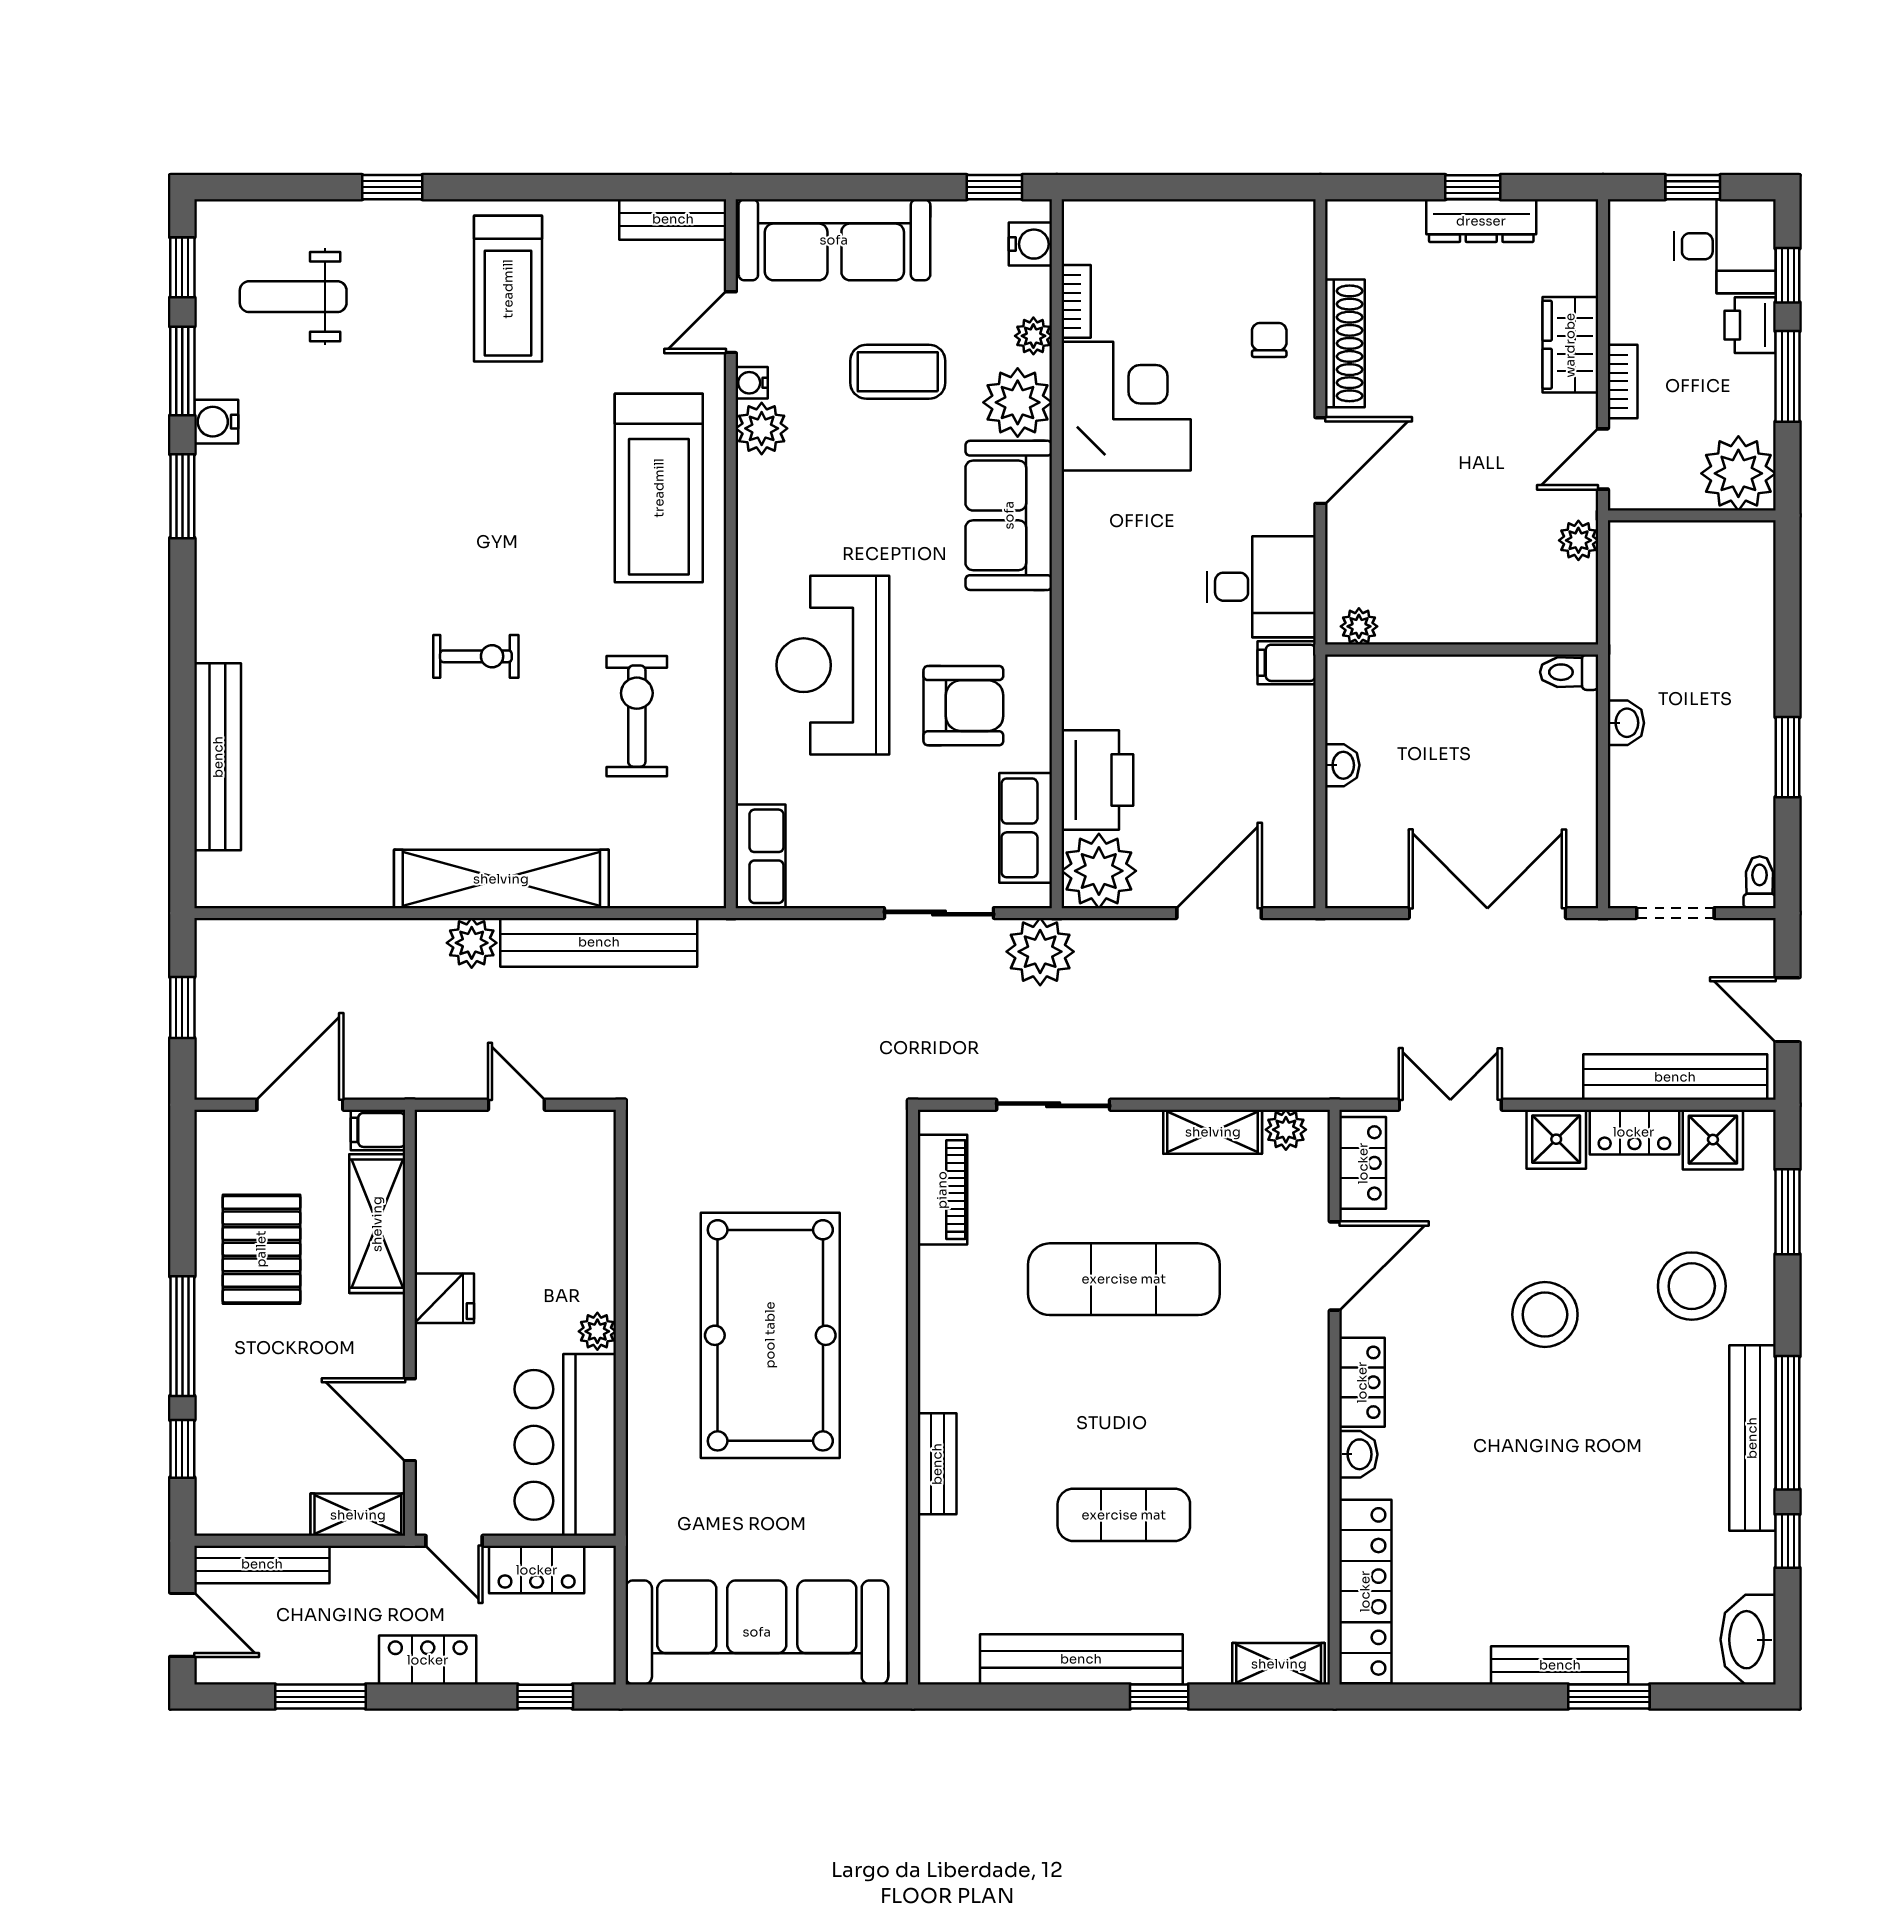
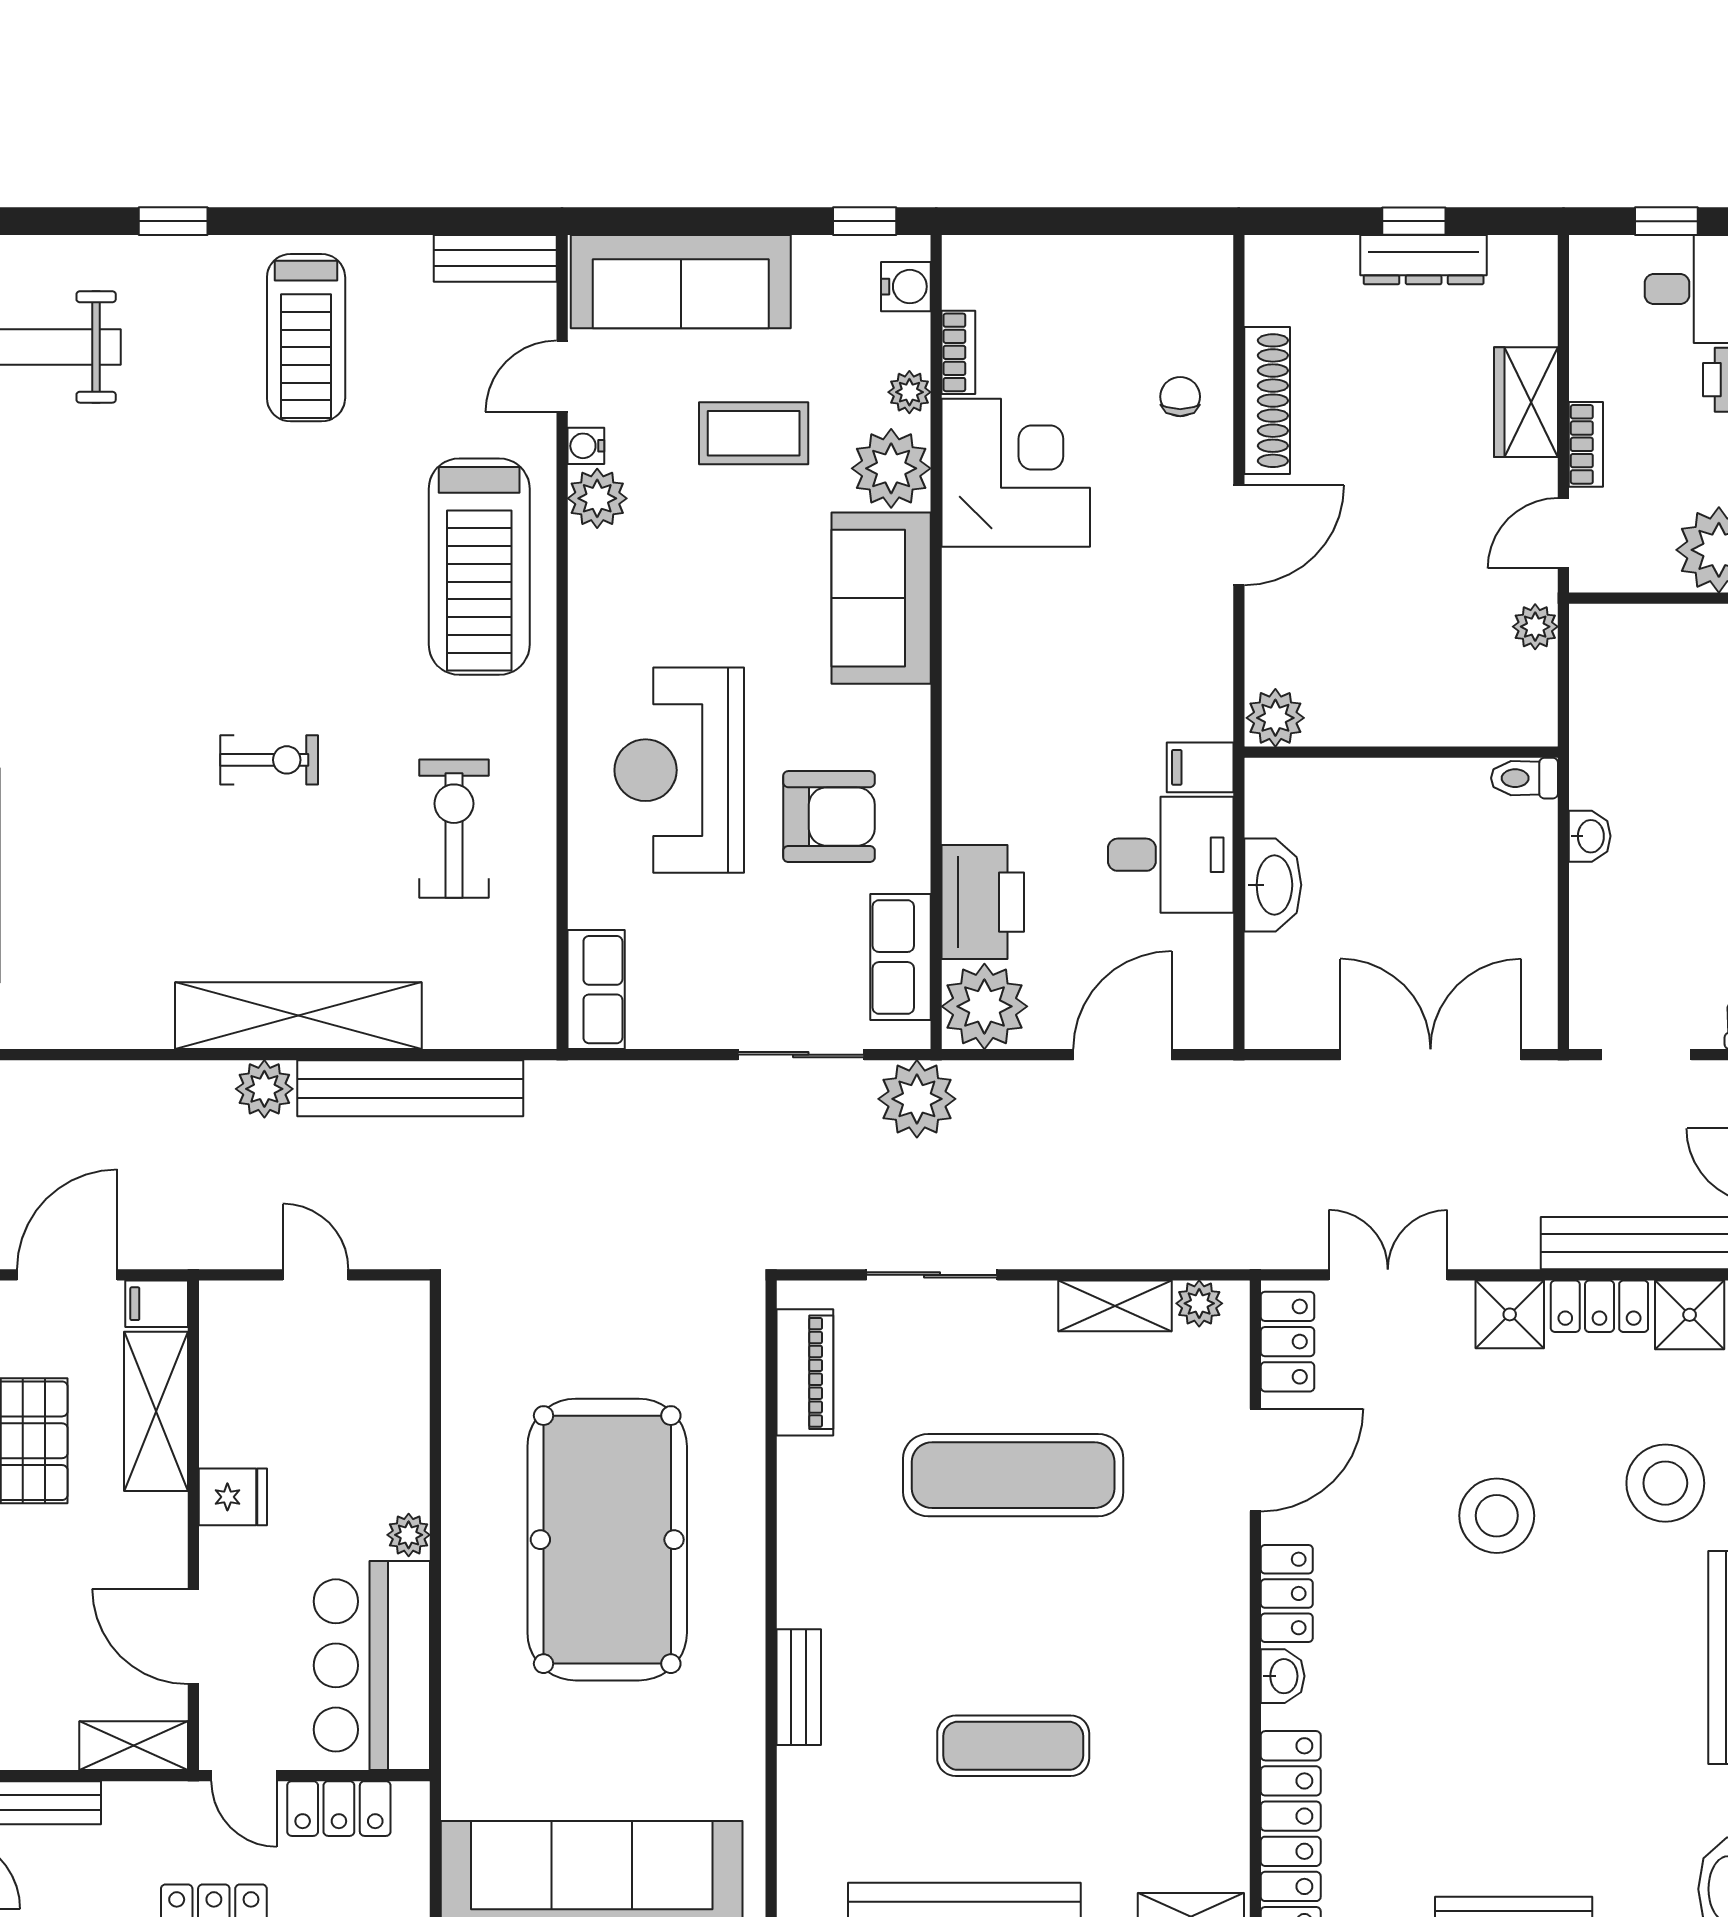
desk: (1261, 587) -> (1171, 855), moved
plant: (1359, 626) -> (1275, 718), width x1.38, depth x1.38
washbasin: (1342, 765) -> (1273, 885), width x1.91, depth x1.45

